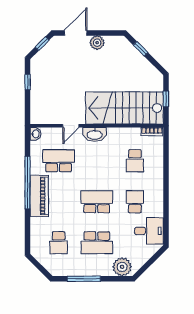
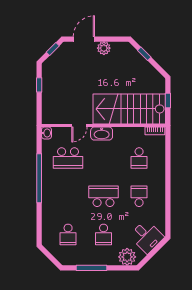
school desk: (59, 161) -> (68, 158), turned 180
piano: (39, 196) -> (50, 191), removed
desk: (149, 231) -> (147, 237), moved, turned 45
school desk: (97, 243) -> (104, 234), width x0.54

